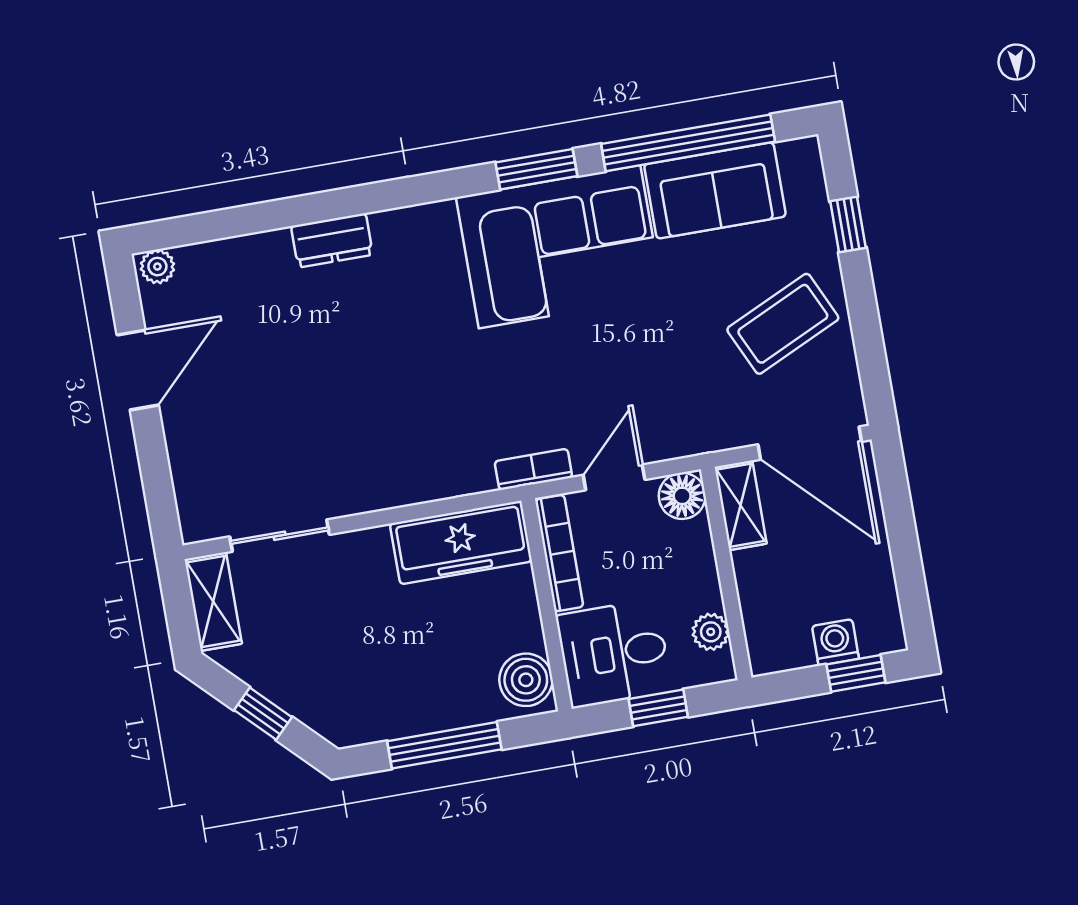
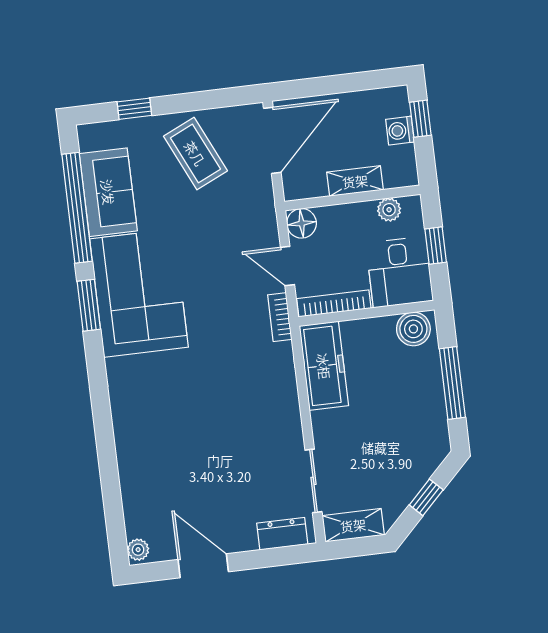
dresser: (332, 240) -> (282, 534), moved, turned -90
shelving: (741, 505) -> (355, 181), moved

